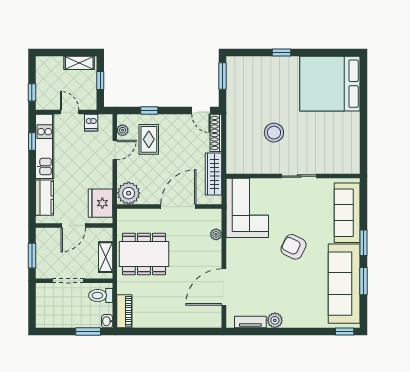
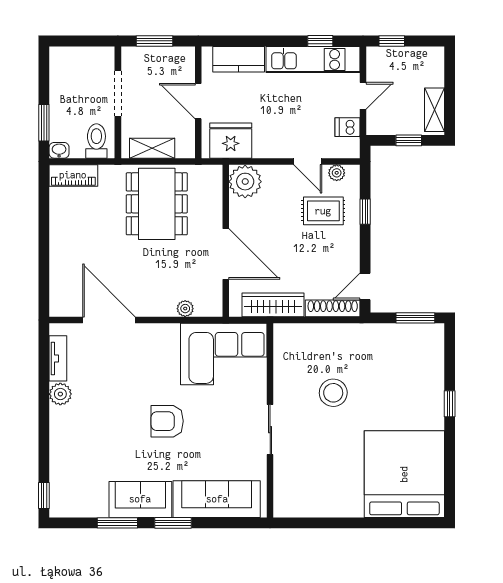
armchair: (294, 247) -> (167, 421), turned -116
sofa: (344, 284) -> (140, 499), width x0.54, depth x0.79

